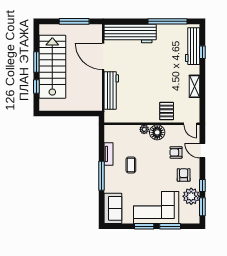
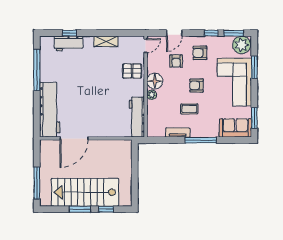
window: (74, 21) -> (37, 183), moved
workbench: (193, 46) -> (69, 43), width x0.73
workbench: (111, 90) -> (137, 117), moved, turned -90
armchair: (153, 172) -> (196, 85), added
plant: (191, 196) -> (242, 45), moved
window: (144, 226) -> (254, 118), moved

